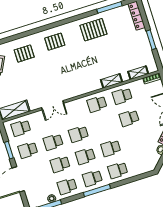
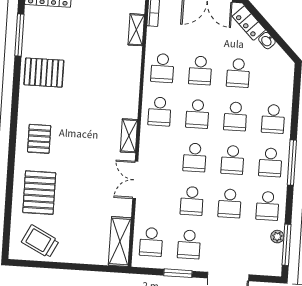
pallet: (93, 30) -> (44, 73), turned 90
pallet: (24, 54) -> (39, 193), width x1.50, depth x1.42
shelving: (111, 81) -> (129, 136), moved
double door: (53, 105) -> (135, 180), swing flipped
school desk: (104, 126) -> (197, 114), added
school desk: (136, 140) -> (238, 73), added

